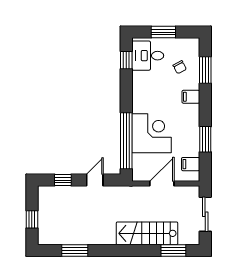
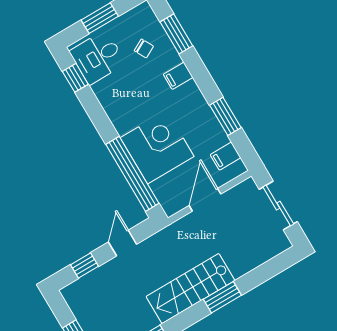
stairs: (147, 233) -> (190, 289), moved
window: (173, 251) -> (222, 297), moved

